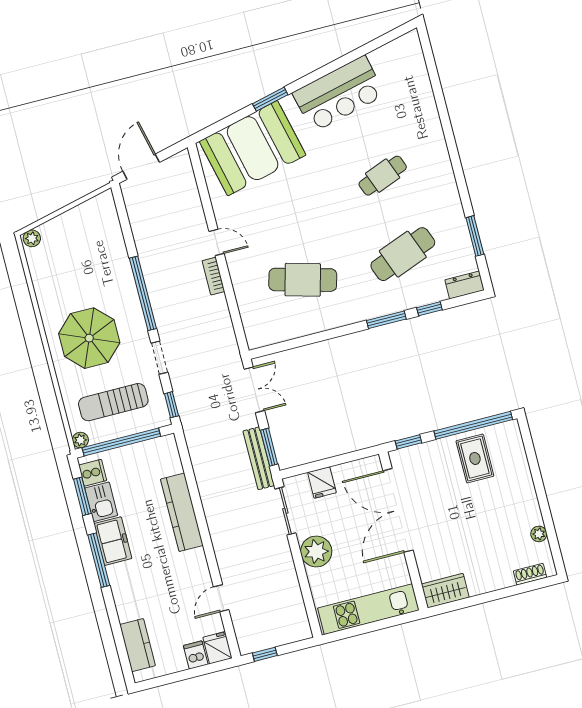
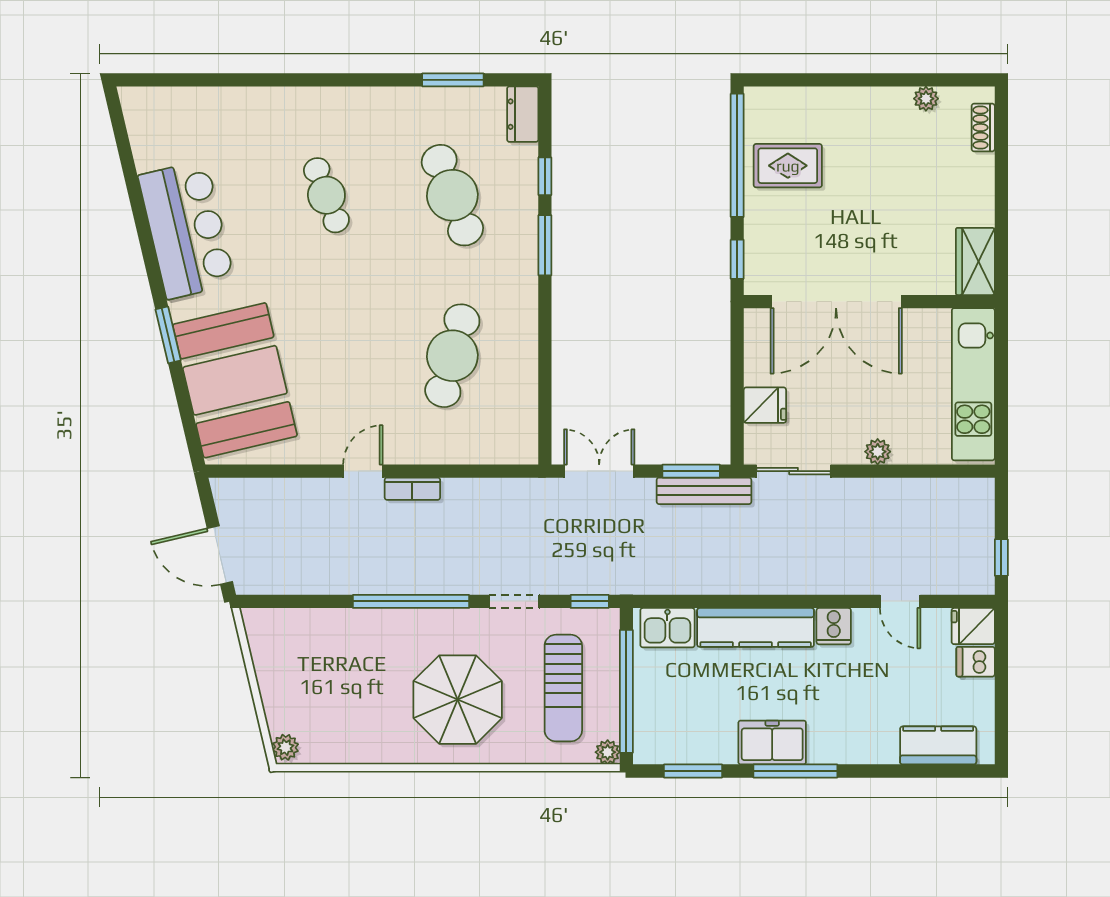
cooker: (93, 473) -> (834, 626), moved, turned 180
kitchen sink: (101, 502) -> (667, 628), moved, turned 180
plant: (316, 551) -> (878, 452), width x0.53, depth x0.53

